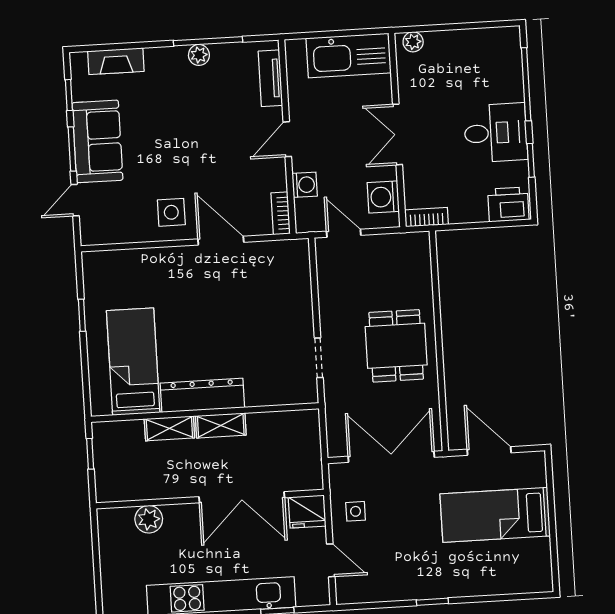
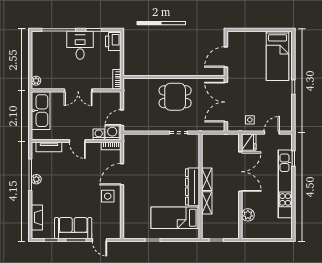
washing machine: (383, 197) -> (112, 133), moved, turned 180
bed: (495, 515) -> (278, 56), moved

